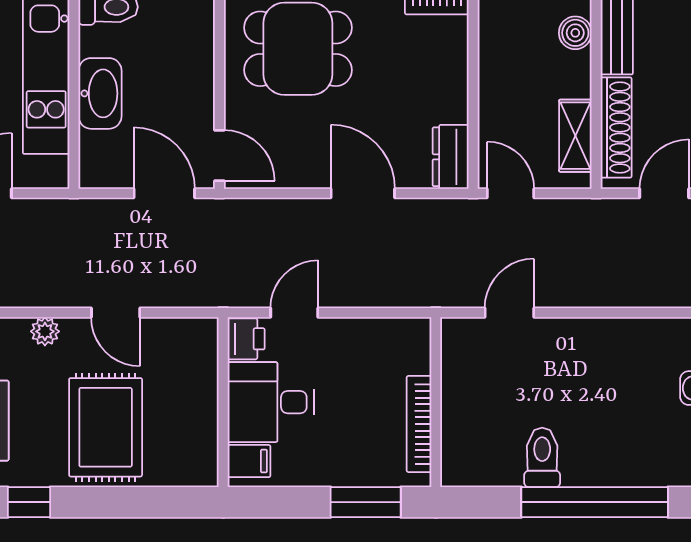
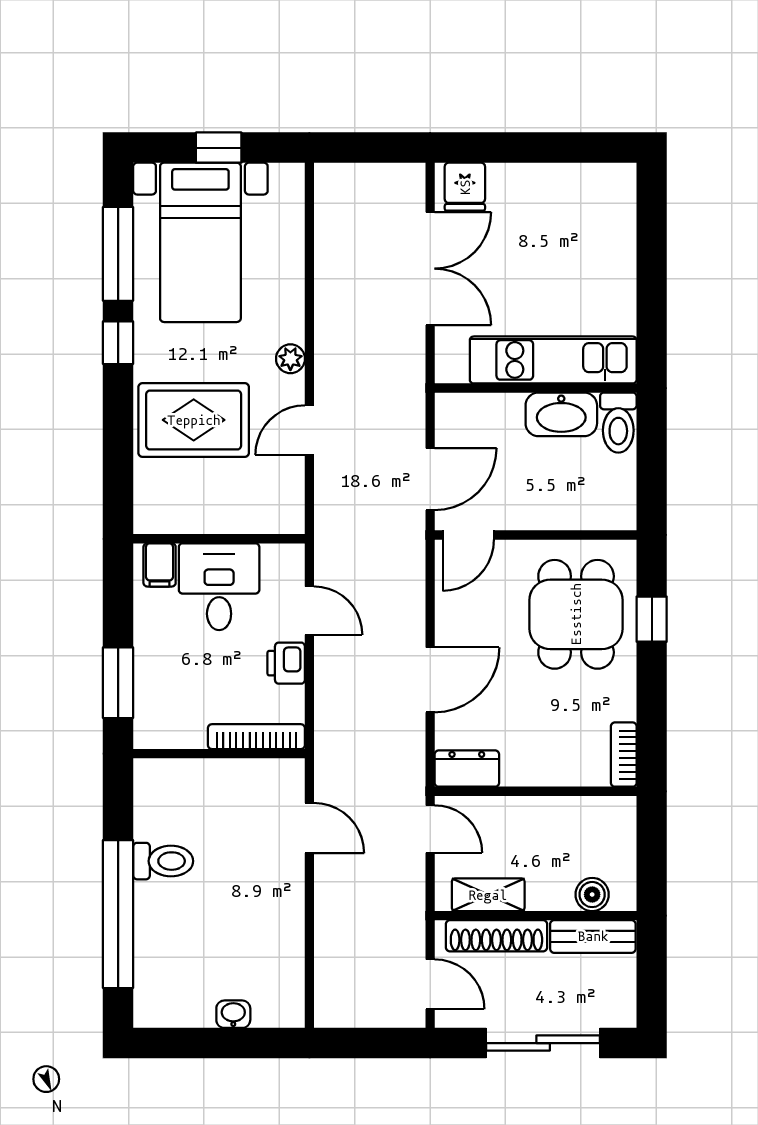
washbasin: (100, 93) -> (561, 414), moved
door: (511, 193) -> (430, 829), hinge flipped
printer: (246, 339) -> (286, 663), moved, turned 90
bookcase: (419, 424) -> (256, 737), moved

